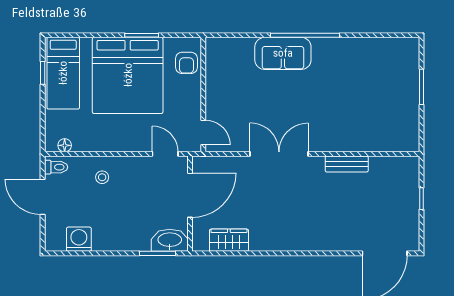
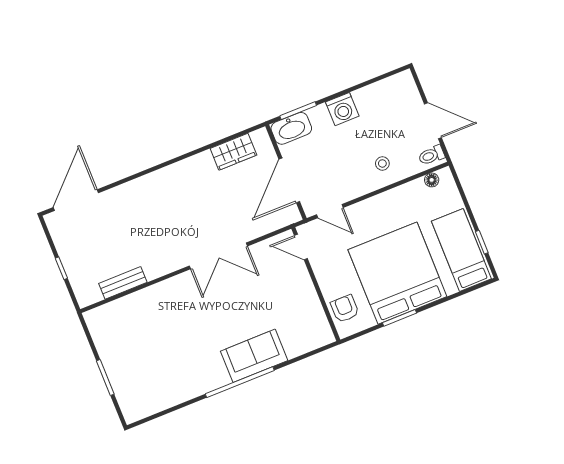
bench: (347, 164) -> (123, 283), moved
washing machine: (79, 239) -> (342, 109), moved

